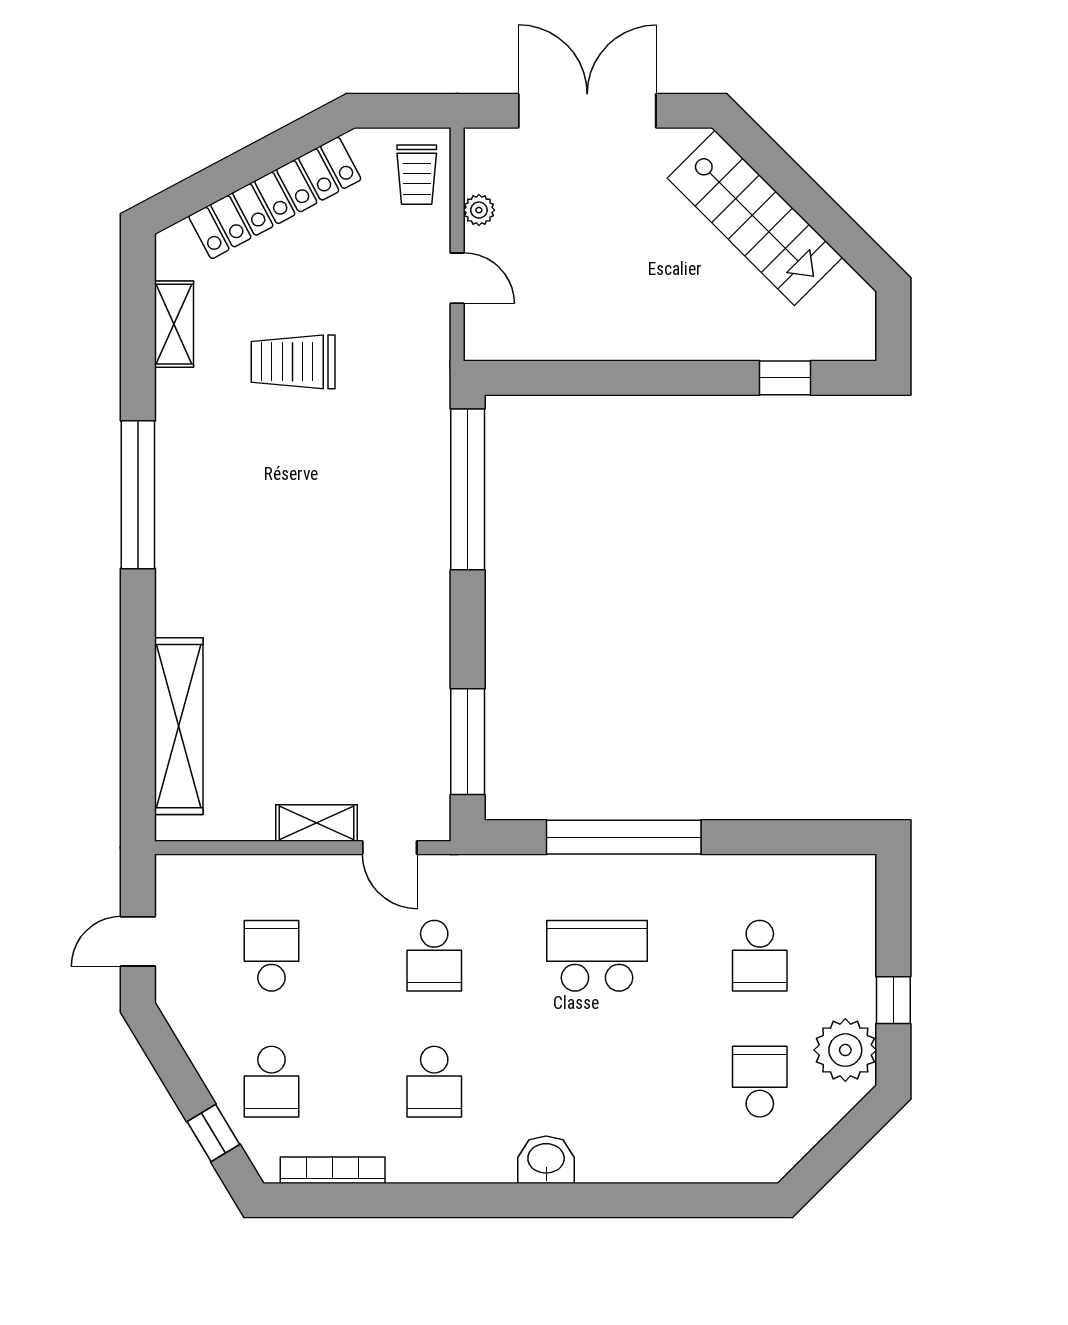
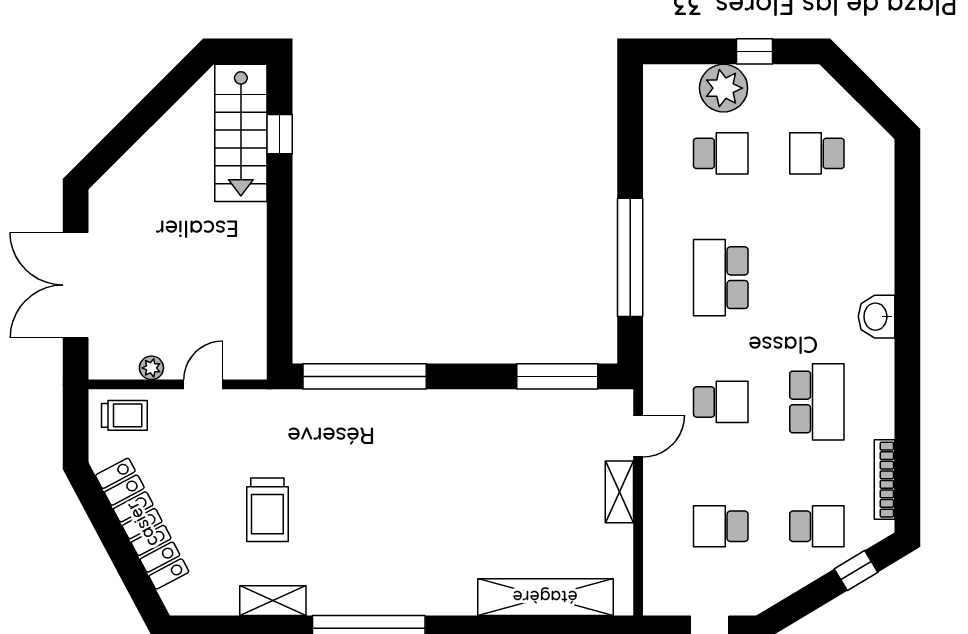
stairs: (755, 218) -> (241, 133), moved, turned 135
shelving: (174, 324) -> (273, 601), moved
plant: (845, 1050) -> (724, 88), moved
school desk: (434, 1082) -> (817, 402), width x1.85

